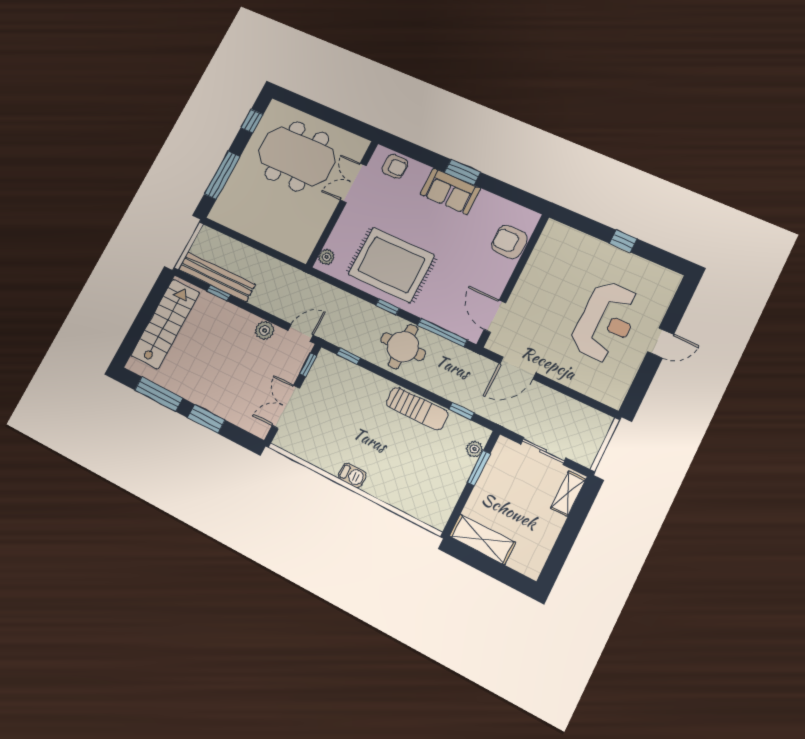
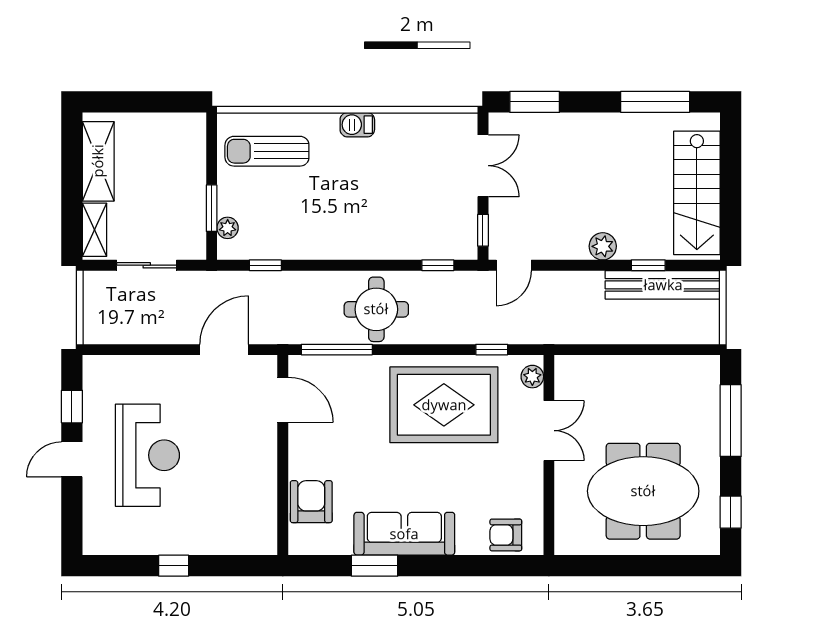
window: (462, 172) -> (375, 566), moved
double door: (353, 183) -> (549, 431), moved
sofa: (450, 191) -> (404, 534), width x1.36
armchair: (509, 242) -> (311, 502), turned -90
window: (388, 307) -> (492, 350), moved
reception desk: (606, 322) -> (147, 455), turned 180
plant: (265, 330) -> (603, 246), moved
window: (643, 379) -> (72, 407), added
sun lounger: (417, 409) -> (267, 151), moved
window: (206, 419) -> (535, 102), moved
shelving: (482, 539) -> (98, 161), moved, turned 90

